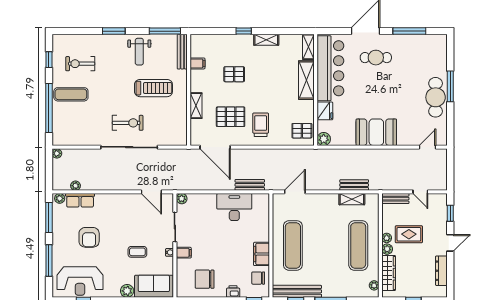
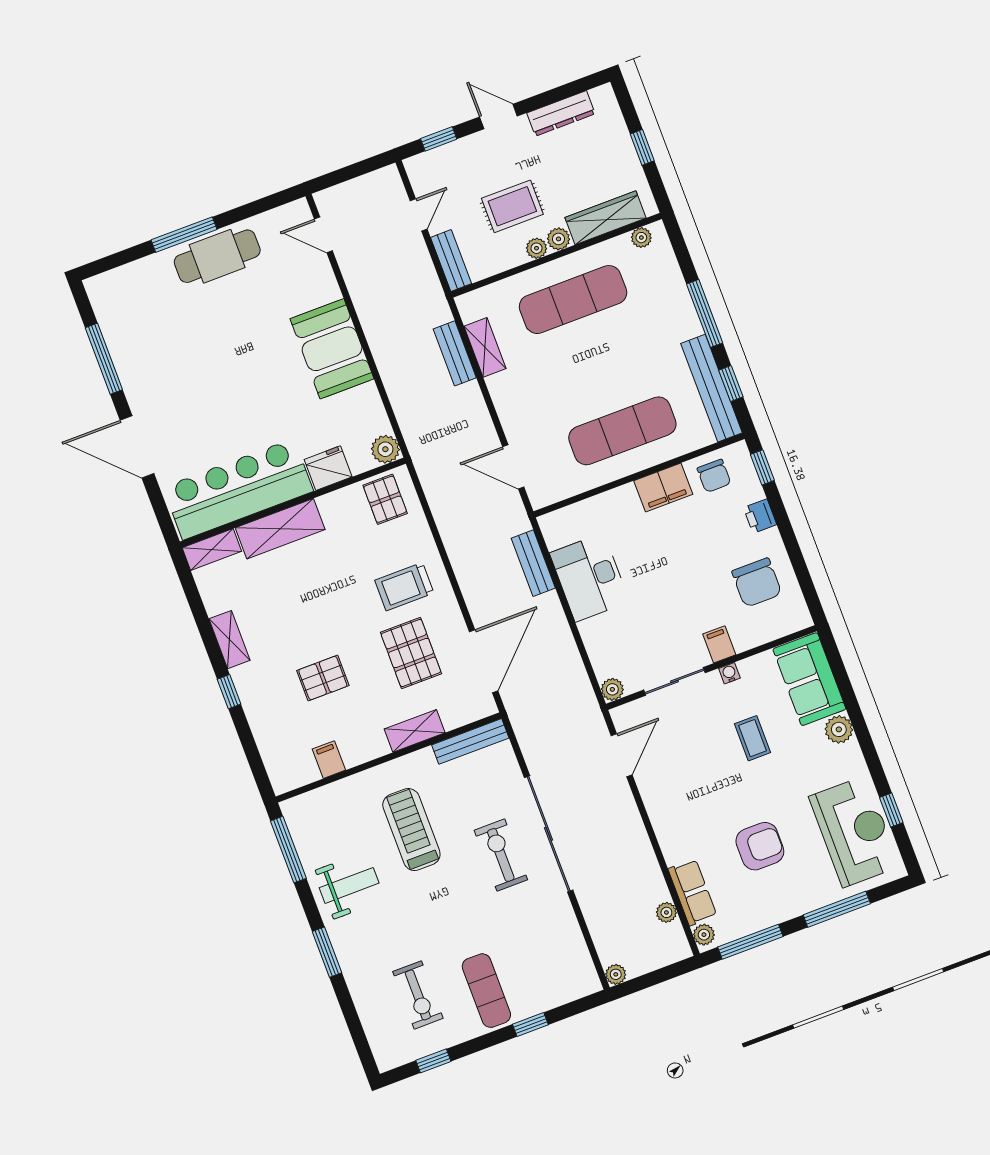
bench: (182, 52) -> (470, 741), moved
cafe table: (376, 58) -> (182, 406), removed
pallet: (234, 74) -> (323, 678), turned 90
window: (49, 108) -> (530, 1024), width x0.32
rug: (409, 234) -> (512, 206), turned 90

